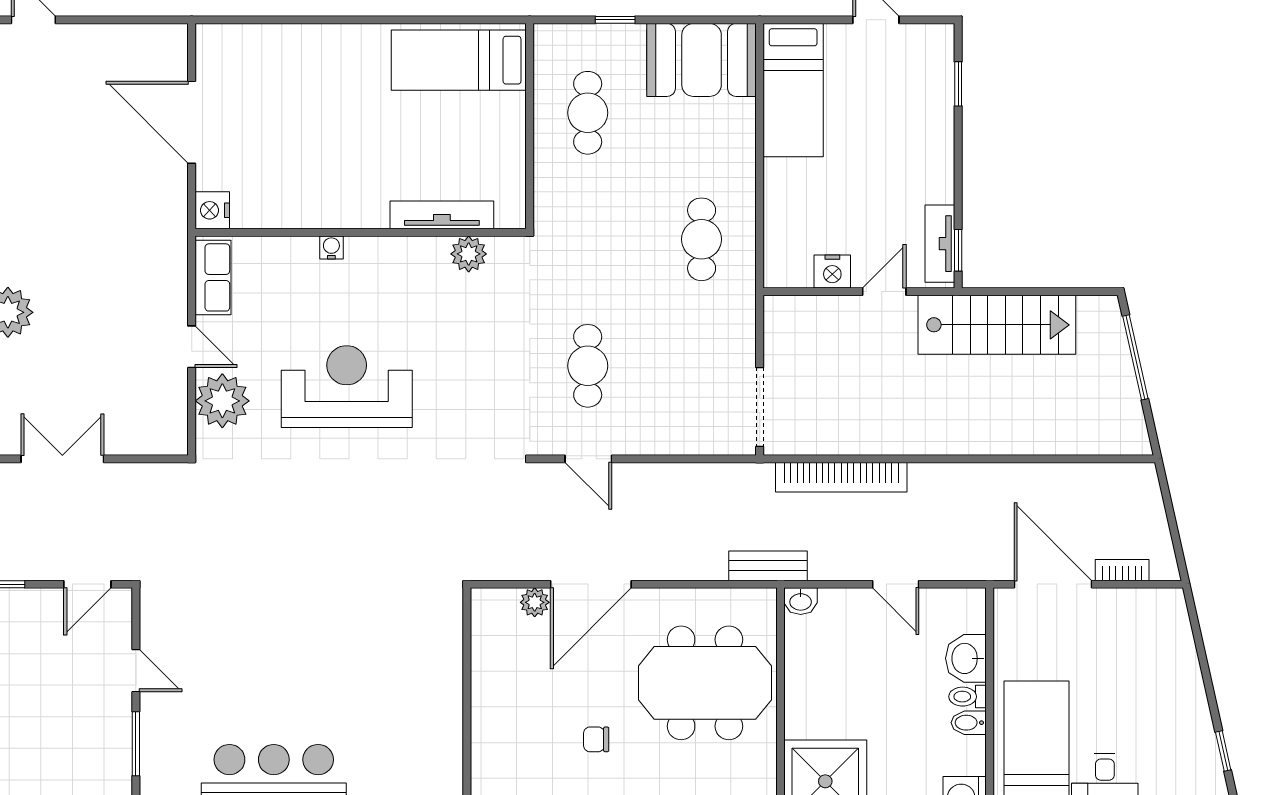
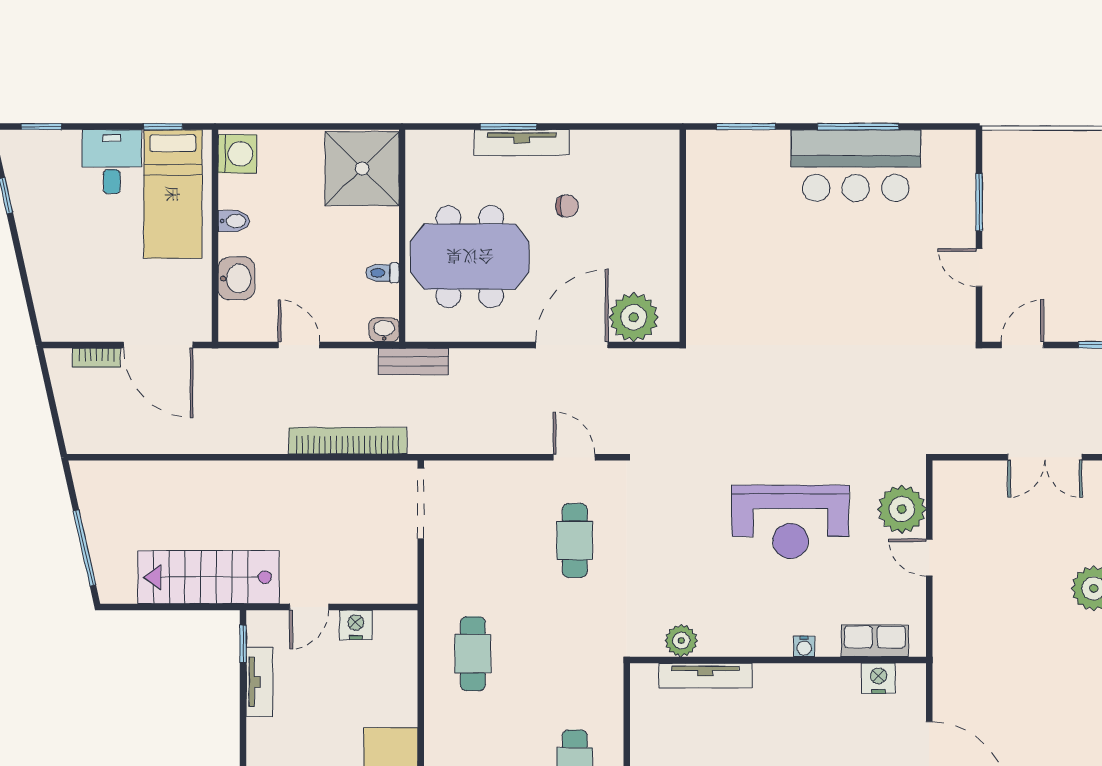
nightstand: (212, 210) -> (878, 678), moved, turned -90
tv unit: (940, 244) -> (259, 682), moved
row of seats: (213, 277) -> (875, 641), moved, turned 90
plant: (535, 602) -> (634, 317), width x1.88, depth x1.88
toilet: (967, 697) -> (382, 273), moved, turned 180

